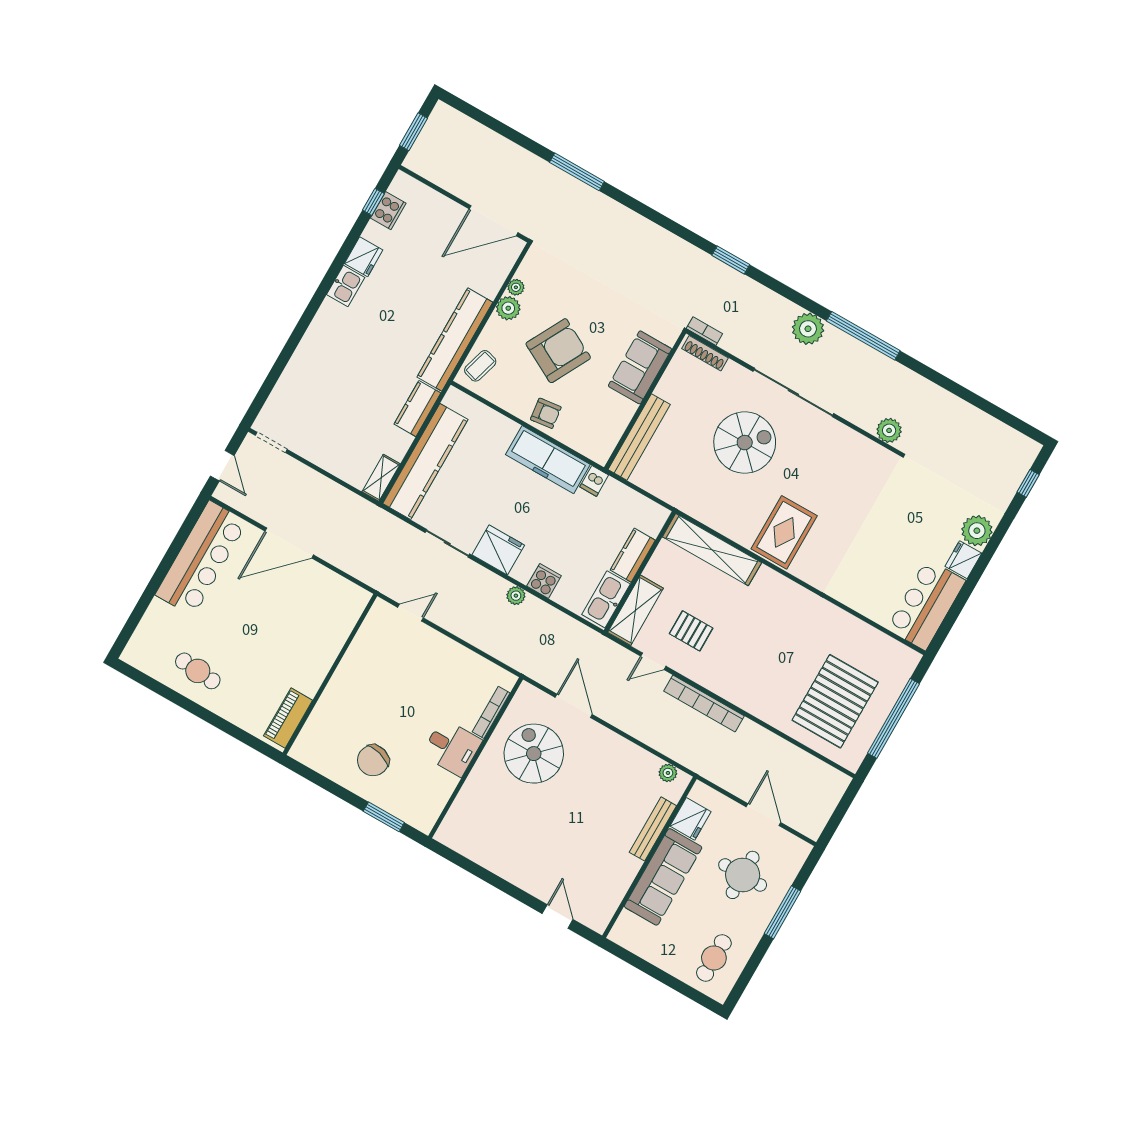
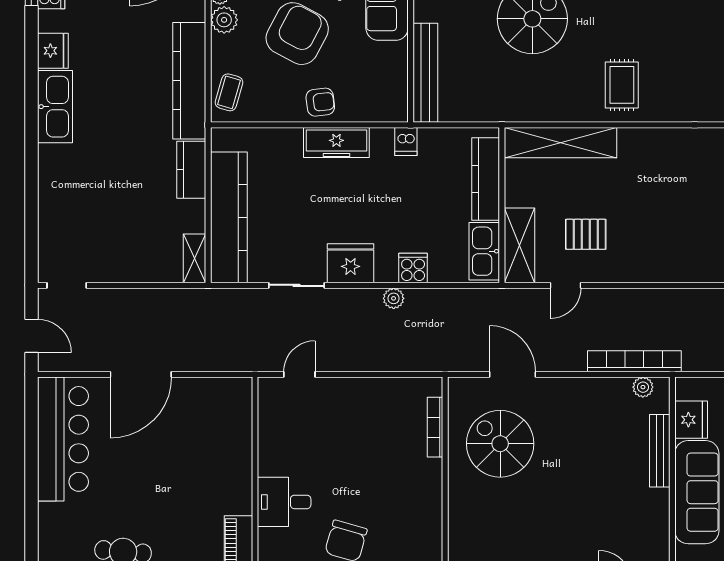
kitchen sink: (346, 286) -> (55, 107), width x1.88, depth x1.24
freezer: (548, 460) -> (336, 143), width x0.73, depth x0.79
rug: (784, 532) -> (622, 85), width x0.73, depth x0.70
kitchen counter: (633, 555) -> (486, 179), width x1.50
bookcase: (704, 704) -> (634, 361), moved, turned 180
desk: (452, 747) -> (284, 502), moved, turned 180

